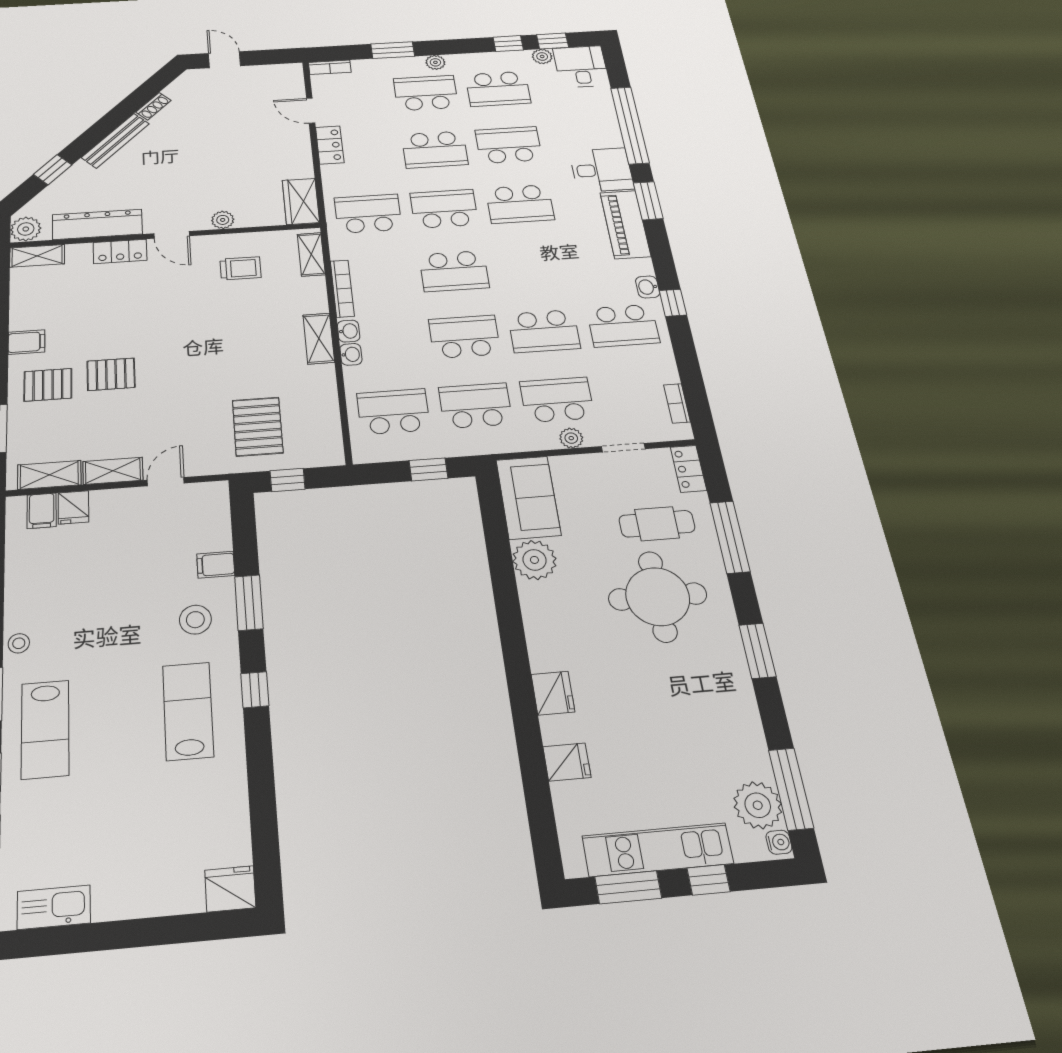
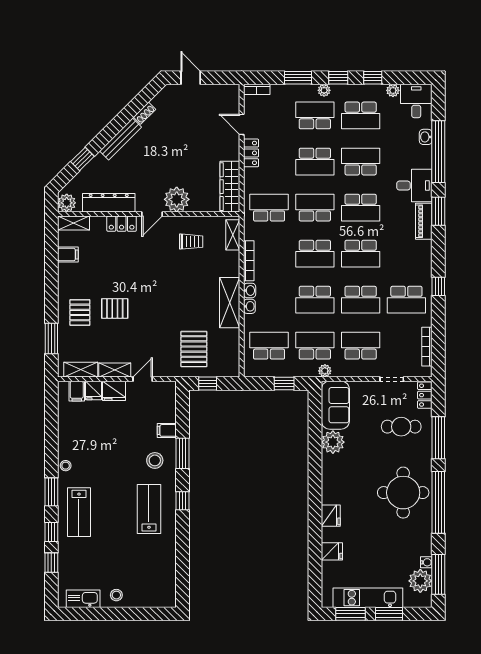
window: (552, 41) -> (338, 78), moved
wardrobe: (301, 201) -> (230, 187), width x1.50
plant: (223, 220) -> (177, 199), width x1.87, depth x1.87
piano: (625, 224) -> (424, 221), width x0.73, depth x0.75
door: (172, 235) -> (152, 214), hinge flipped
school desk: (532, 266) -> (361, 254), added
washbasin: (648, 287) -> (426, 137), moved
school desk: (464, 337) -> (315, 300), turned 180
shelving: (319, 339) -> (230, 303), width x1.50, depth x1.33
filing cabinet: (27, 342) -> (68, 255), moved
pallet: (48, 385) -> (80, 312), turned 90
bookcase: (677, 403) -> (427, 347), width x1.56
plant: (571, 438) -> (325, 371), moved
round table: (658, 597) -> (403, 493), moved
window: (757, 651) -> (438, 502), width x2.11
water cooler: (779, 842) -> (426, 562), moved
window: (709, 880) -> (389, 614), width x1.50
fridge: (230, 889) -> (114, 391), moved, turned 180
stool: (126, 893) -> (116, 595), added

